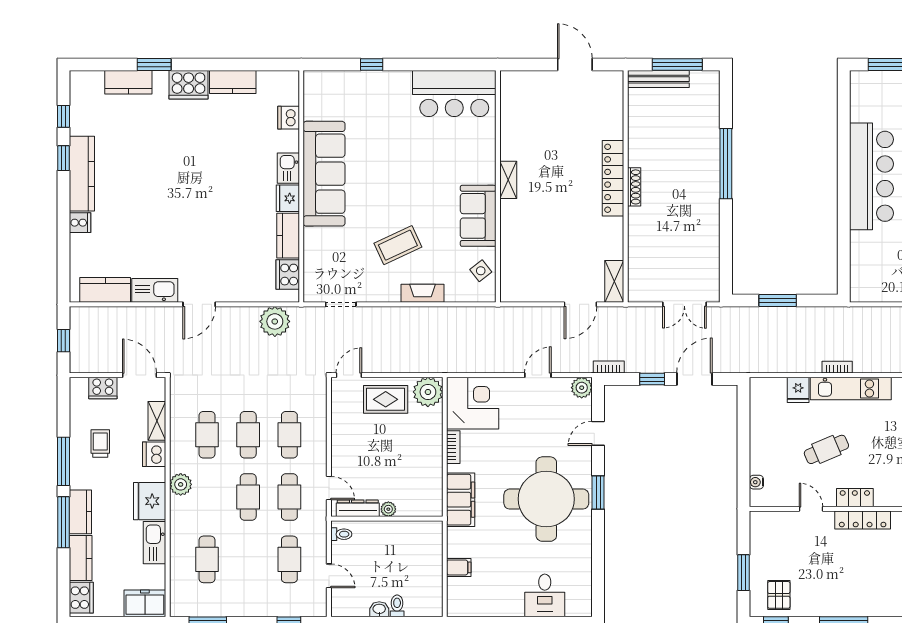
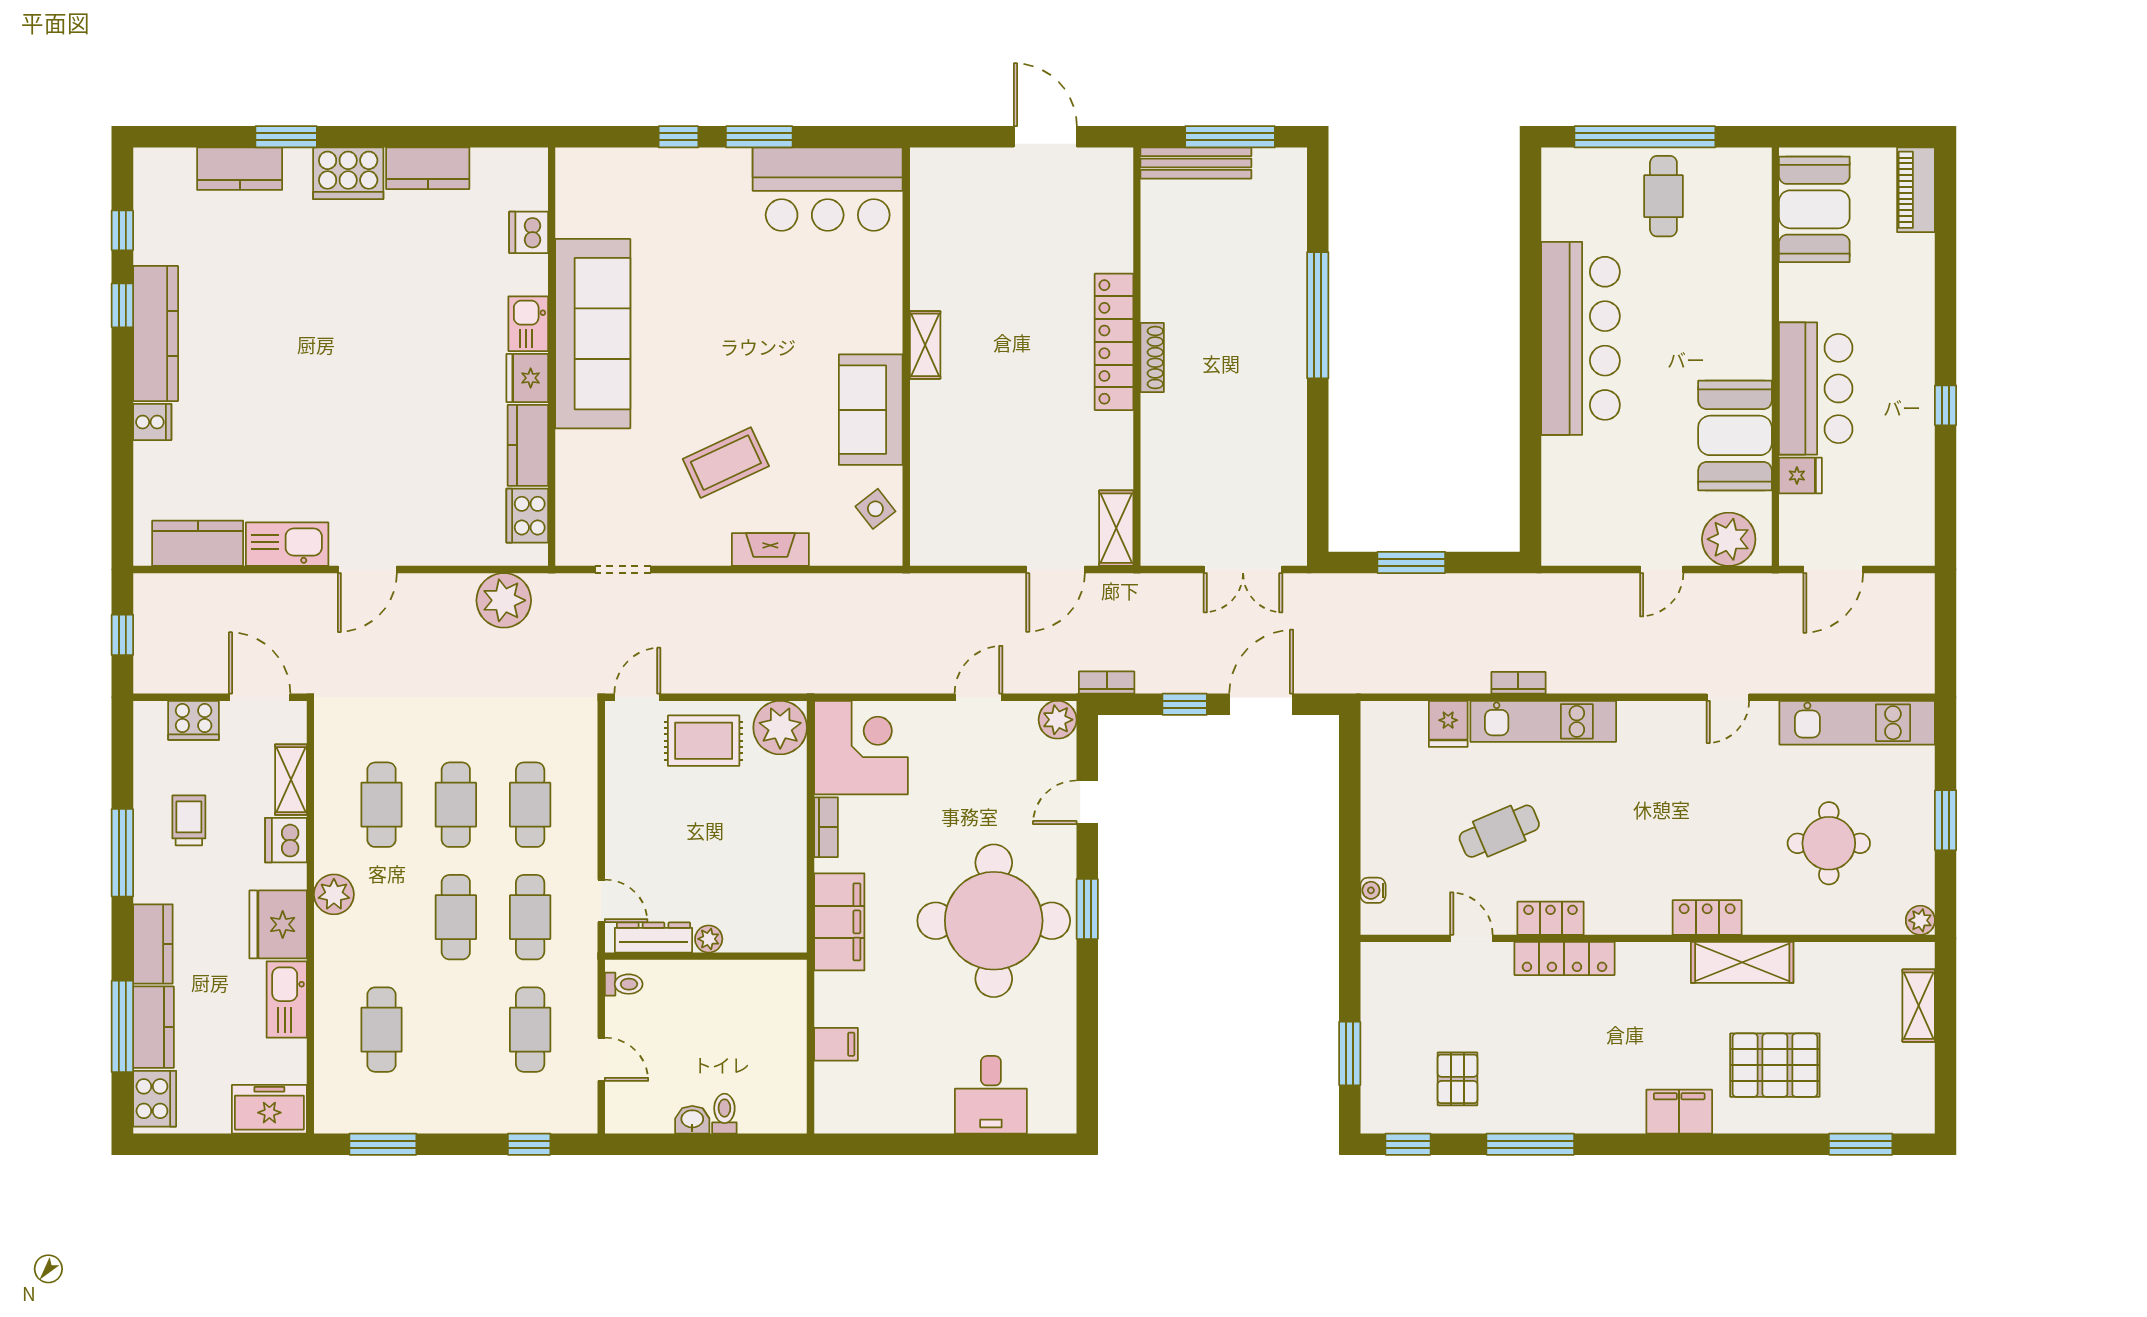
window: (416, 65) -> (759, 137), added
window: (63, 522) -> (122, 1026), moved
pallet: (779, 595) -> (1458, 1079), moved

